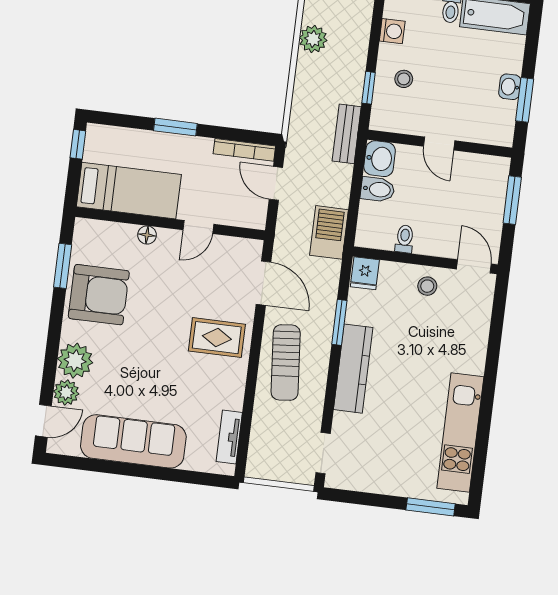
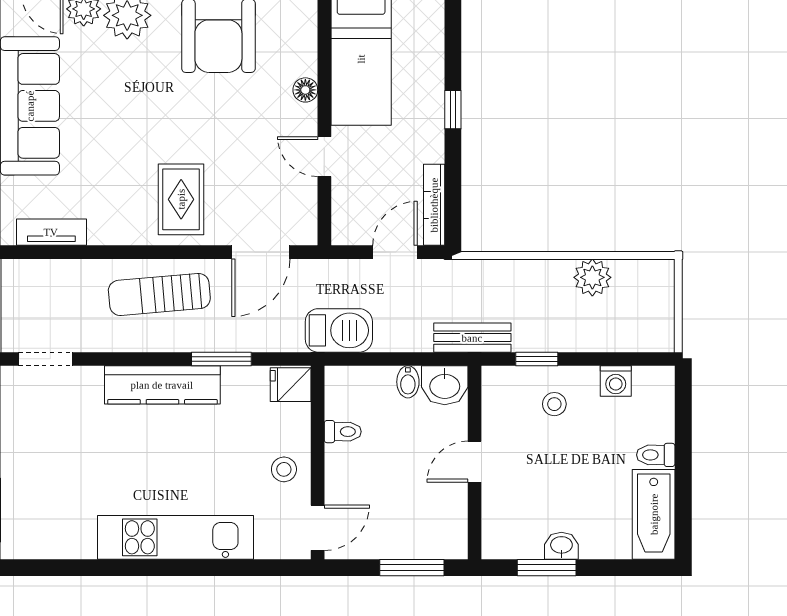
window: (175, 127) -> (453, 110), width x0.67
bidet: (378, 189) -> (408, 382), width x0.72, depth x0.74
kitchen unit: (460, 433) -> (176, 537), moved

